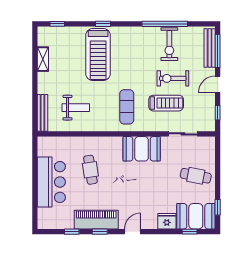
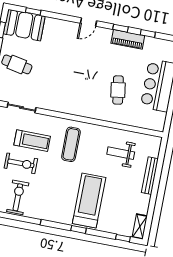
shelving: (43, 59) -> (140, 226), moved
treadmill: (166, 103) -> (32, 141), turned 180
bench: (42, 113) -> (150, 176), moved
booth: (142, 149) -> (64, 101), removed
piano: (96, 220) -> (128, 39), width x0.73, depth x0.75
fridge: (167, 221) -> (53, 26), removed

